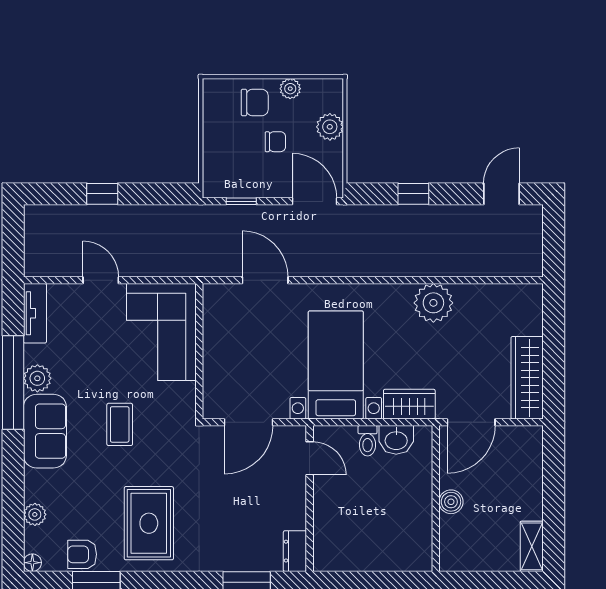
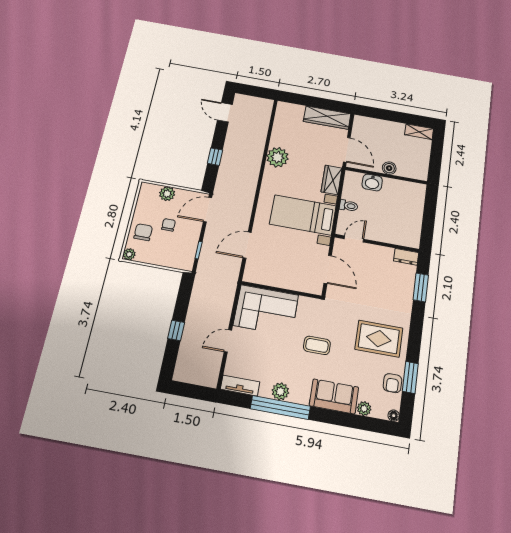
plant: (290, 89) -> (129, 254), moved
sofa: (45, 431) -> (334, 396), moved
washbasin: (396, 440) -> (372, 182), moved, turned 90

